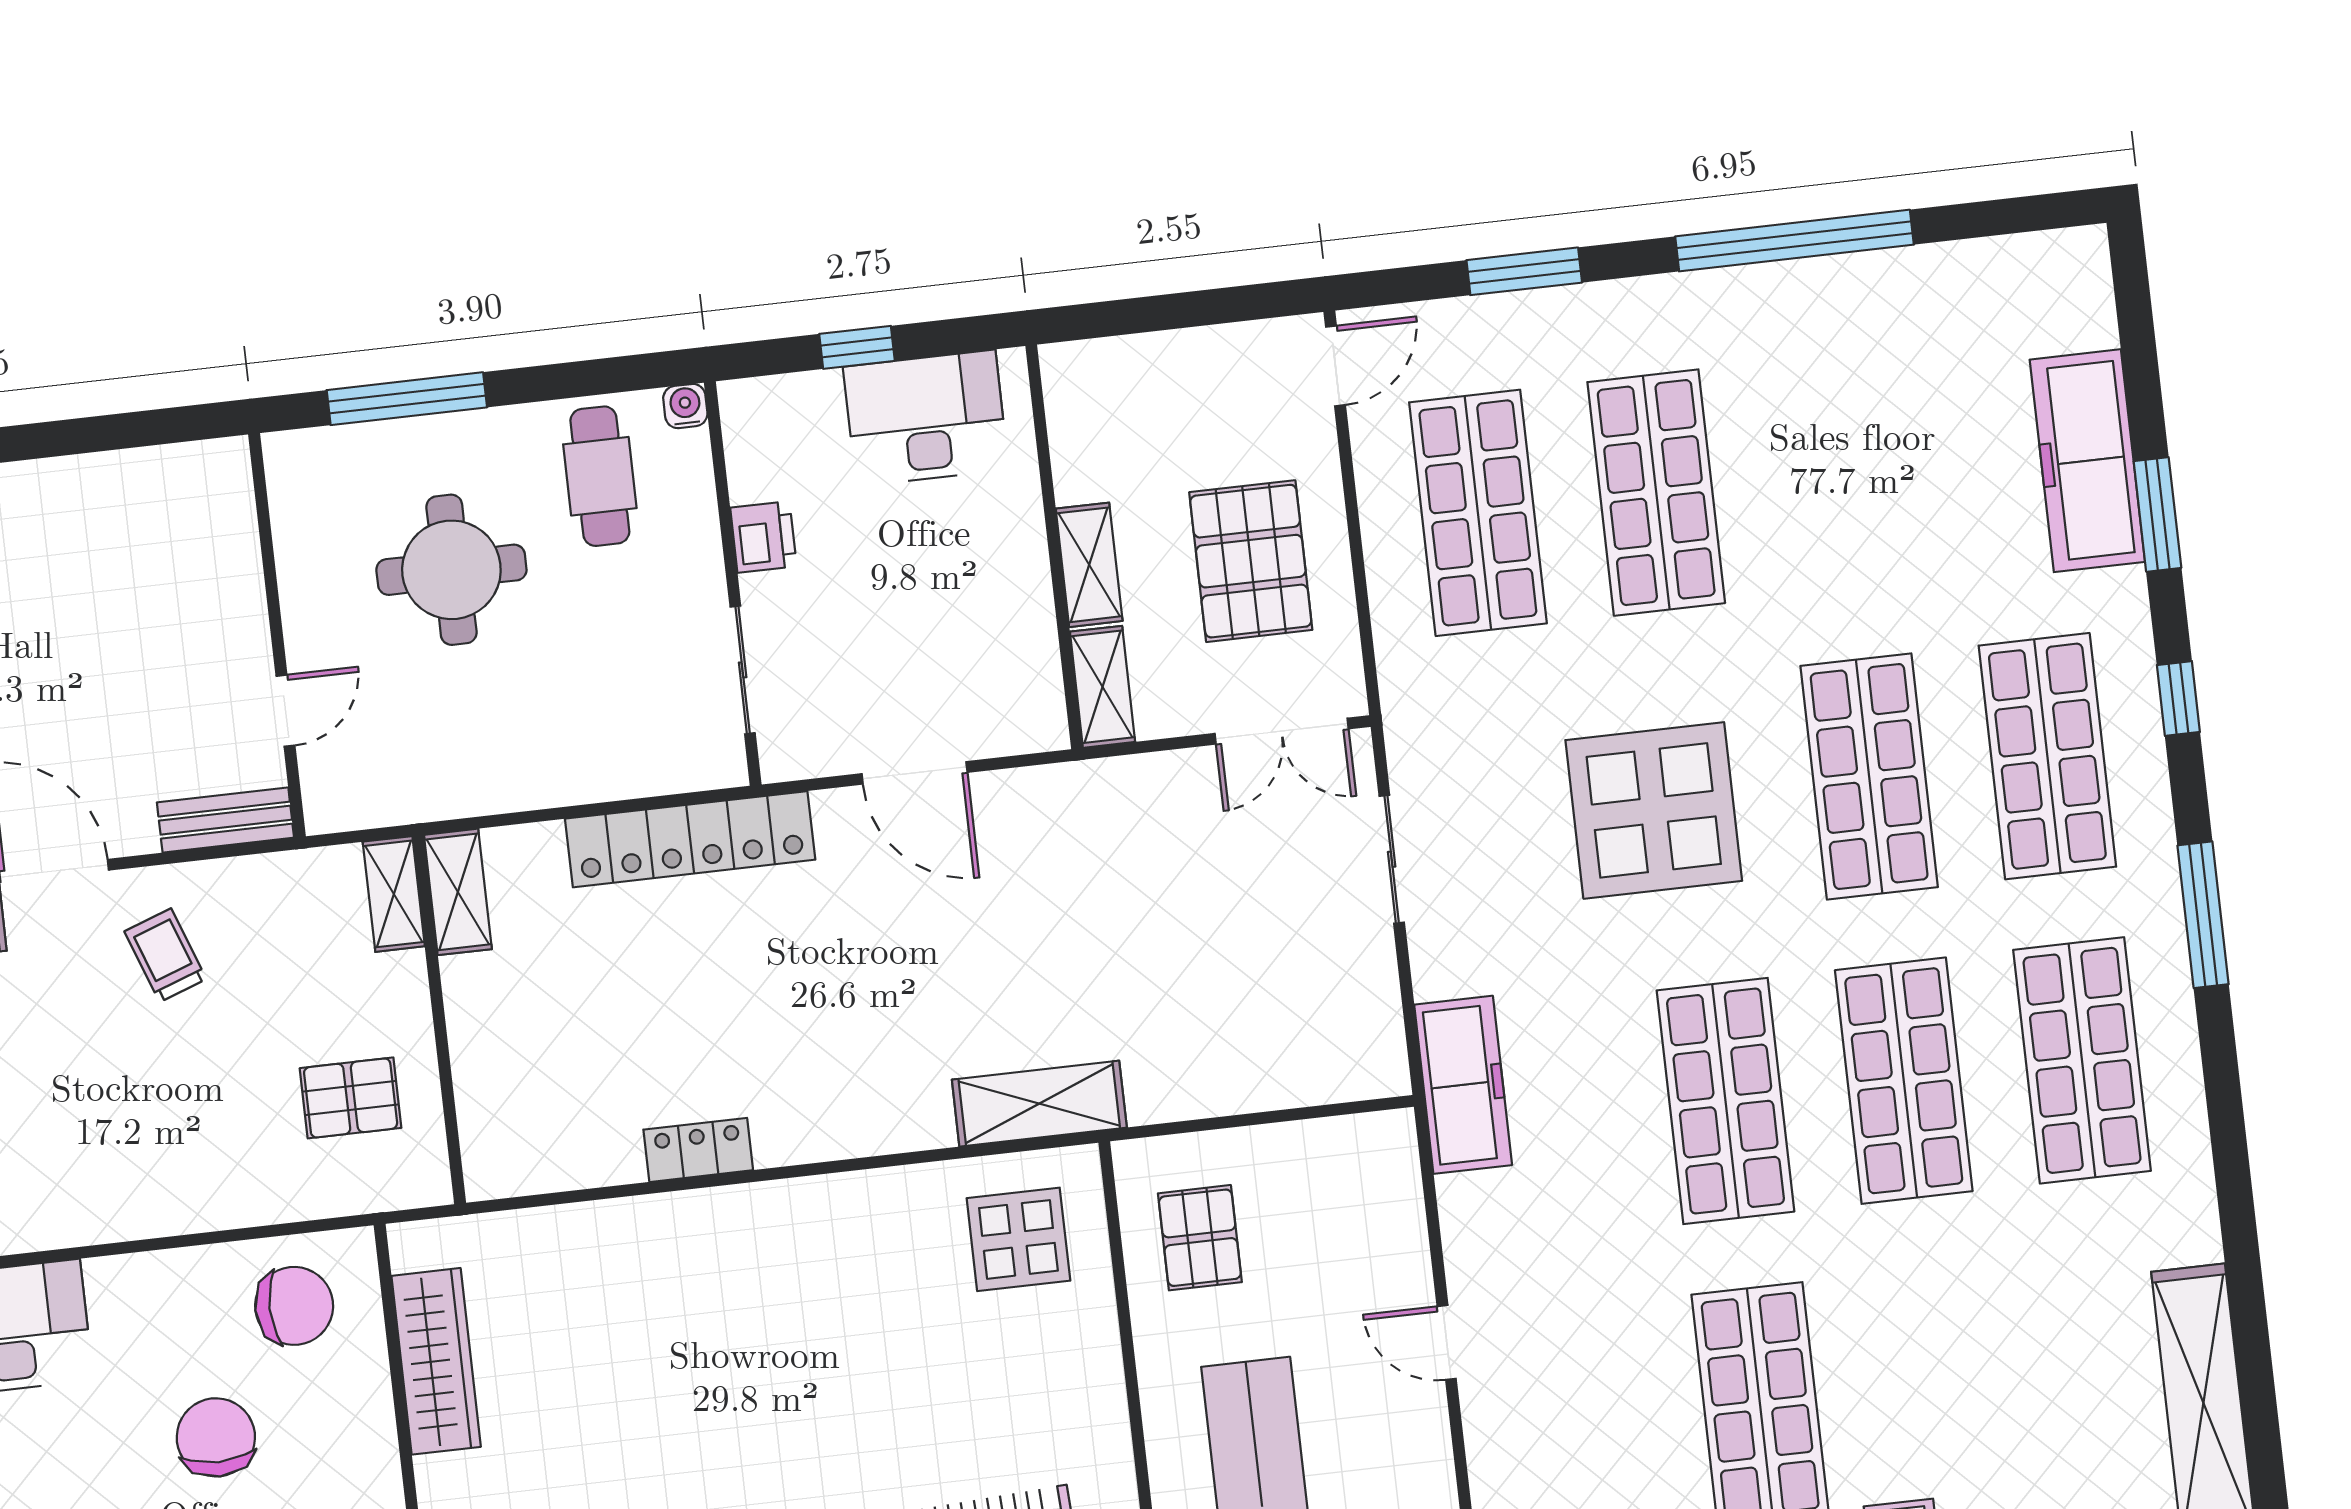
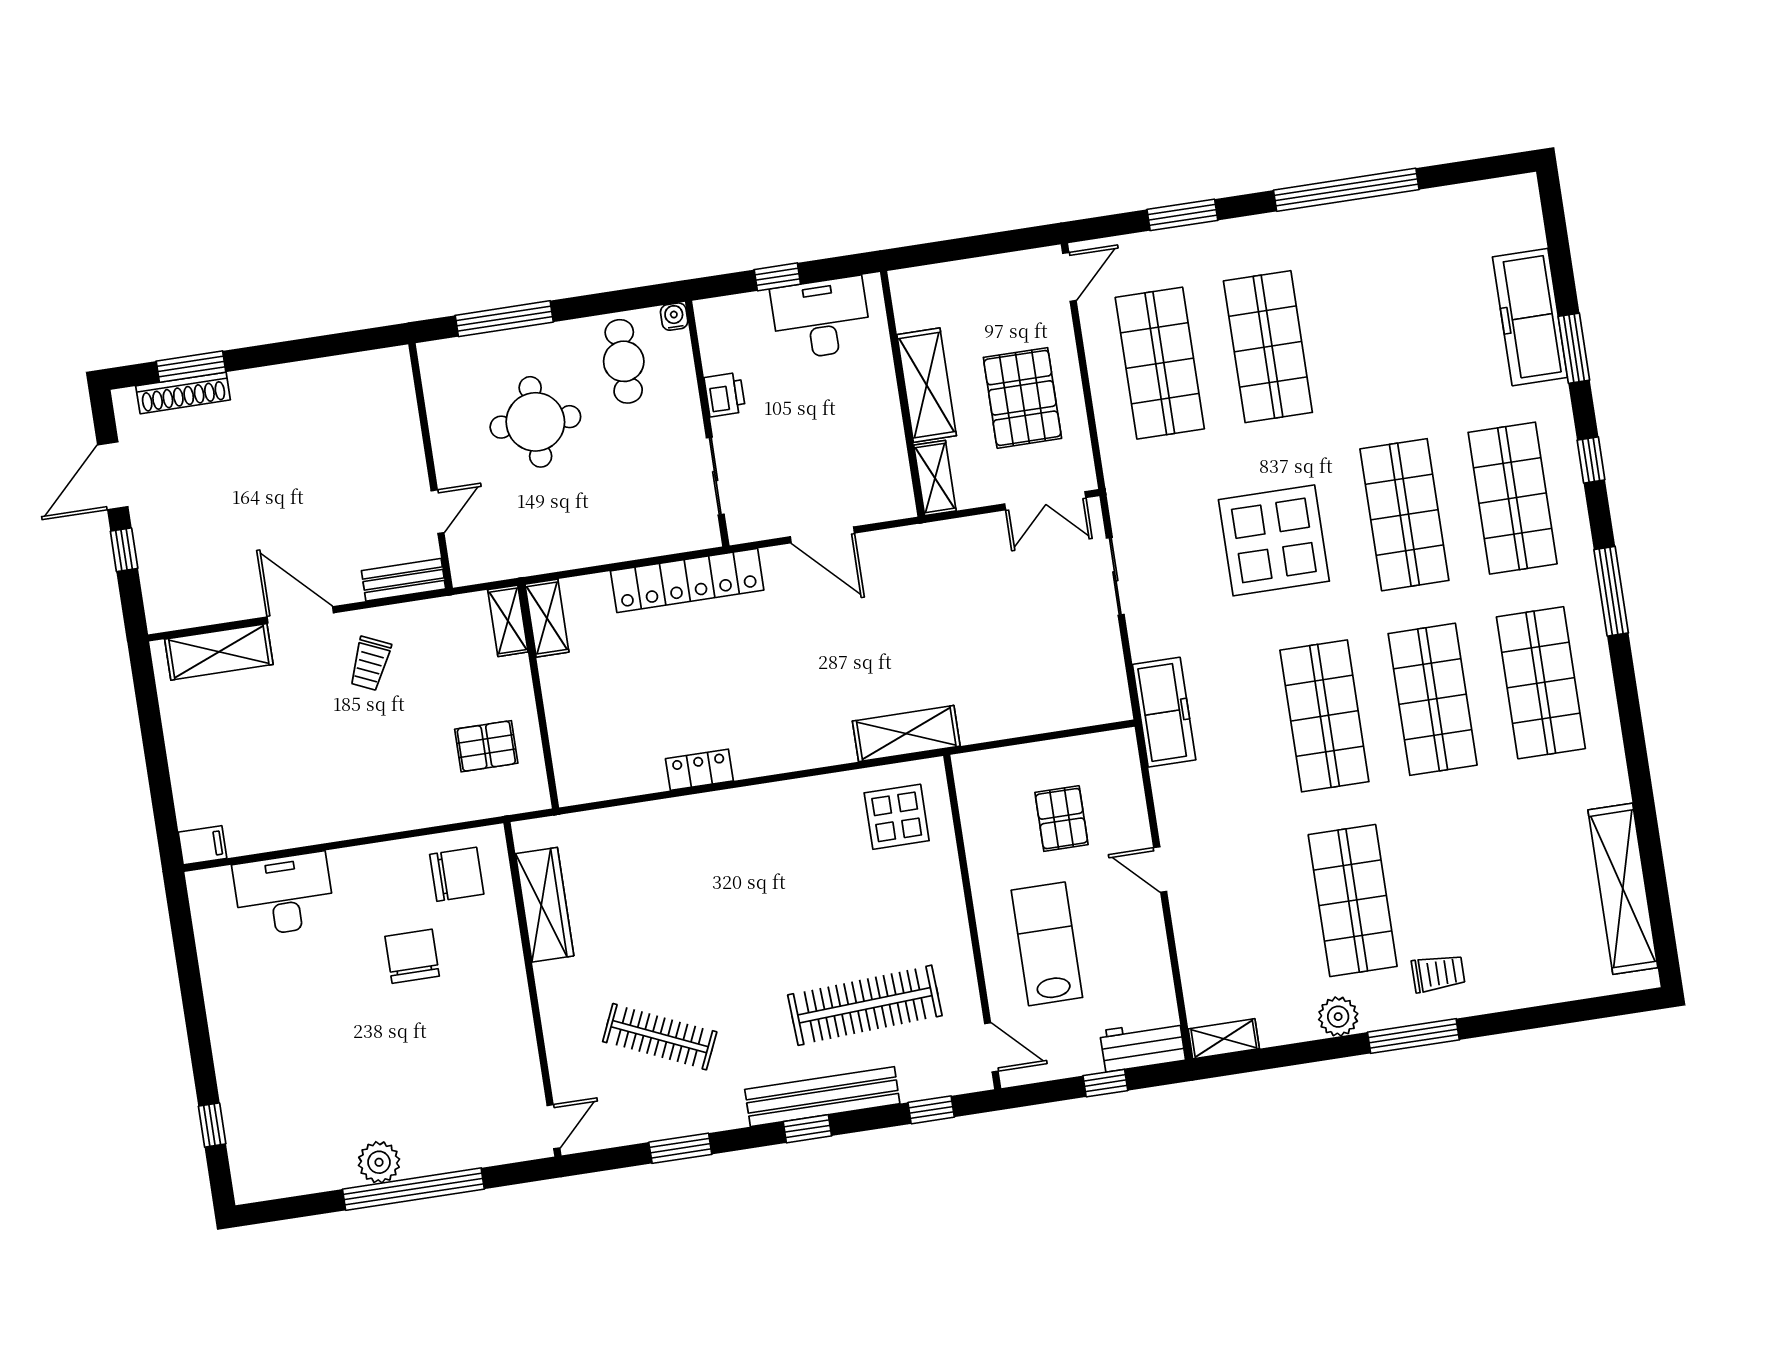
shelving: (1089, 565) -> (927, 385), width x1.50, depth x1.33
trolley: (165, 955) -> (370, 664), turned -136
pallet: (1200, 1238) -> (1061, 819), moved

